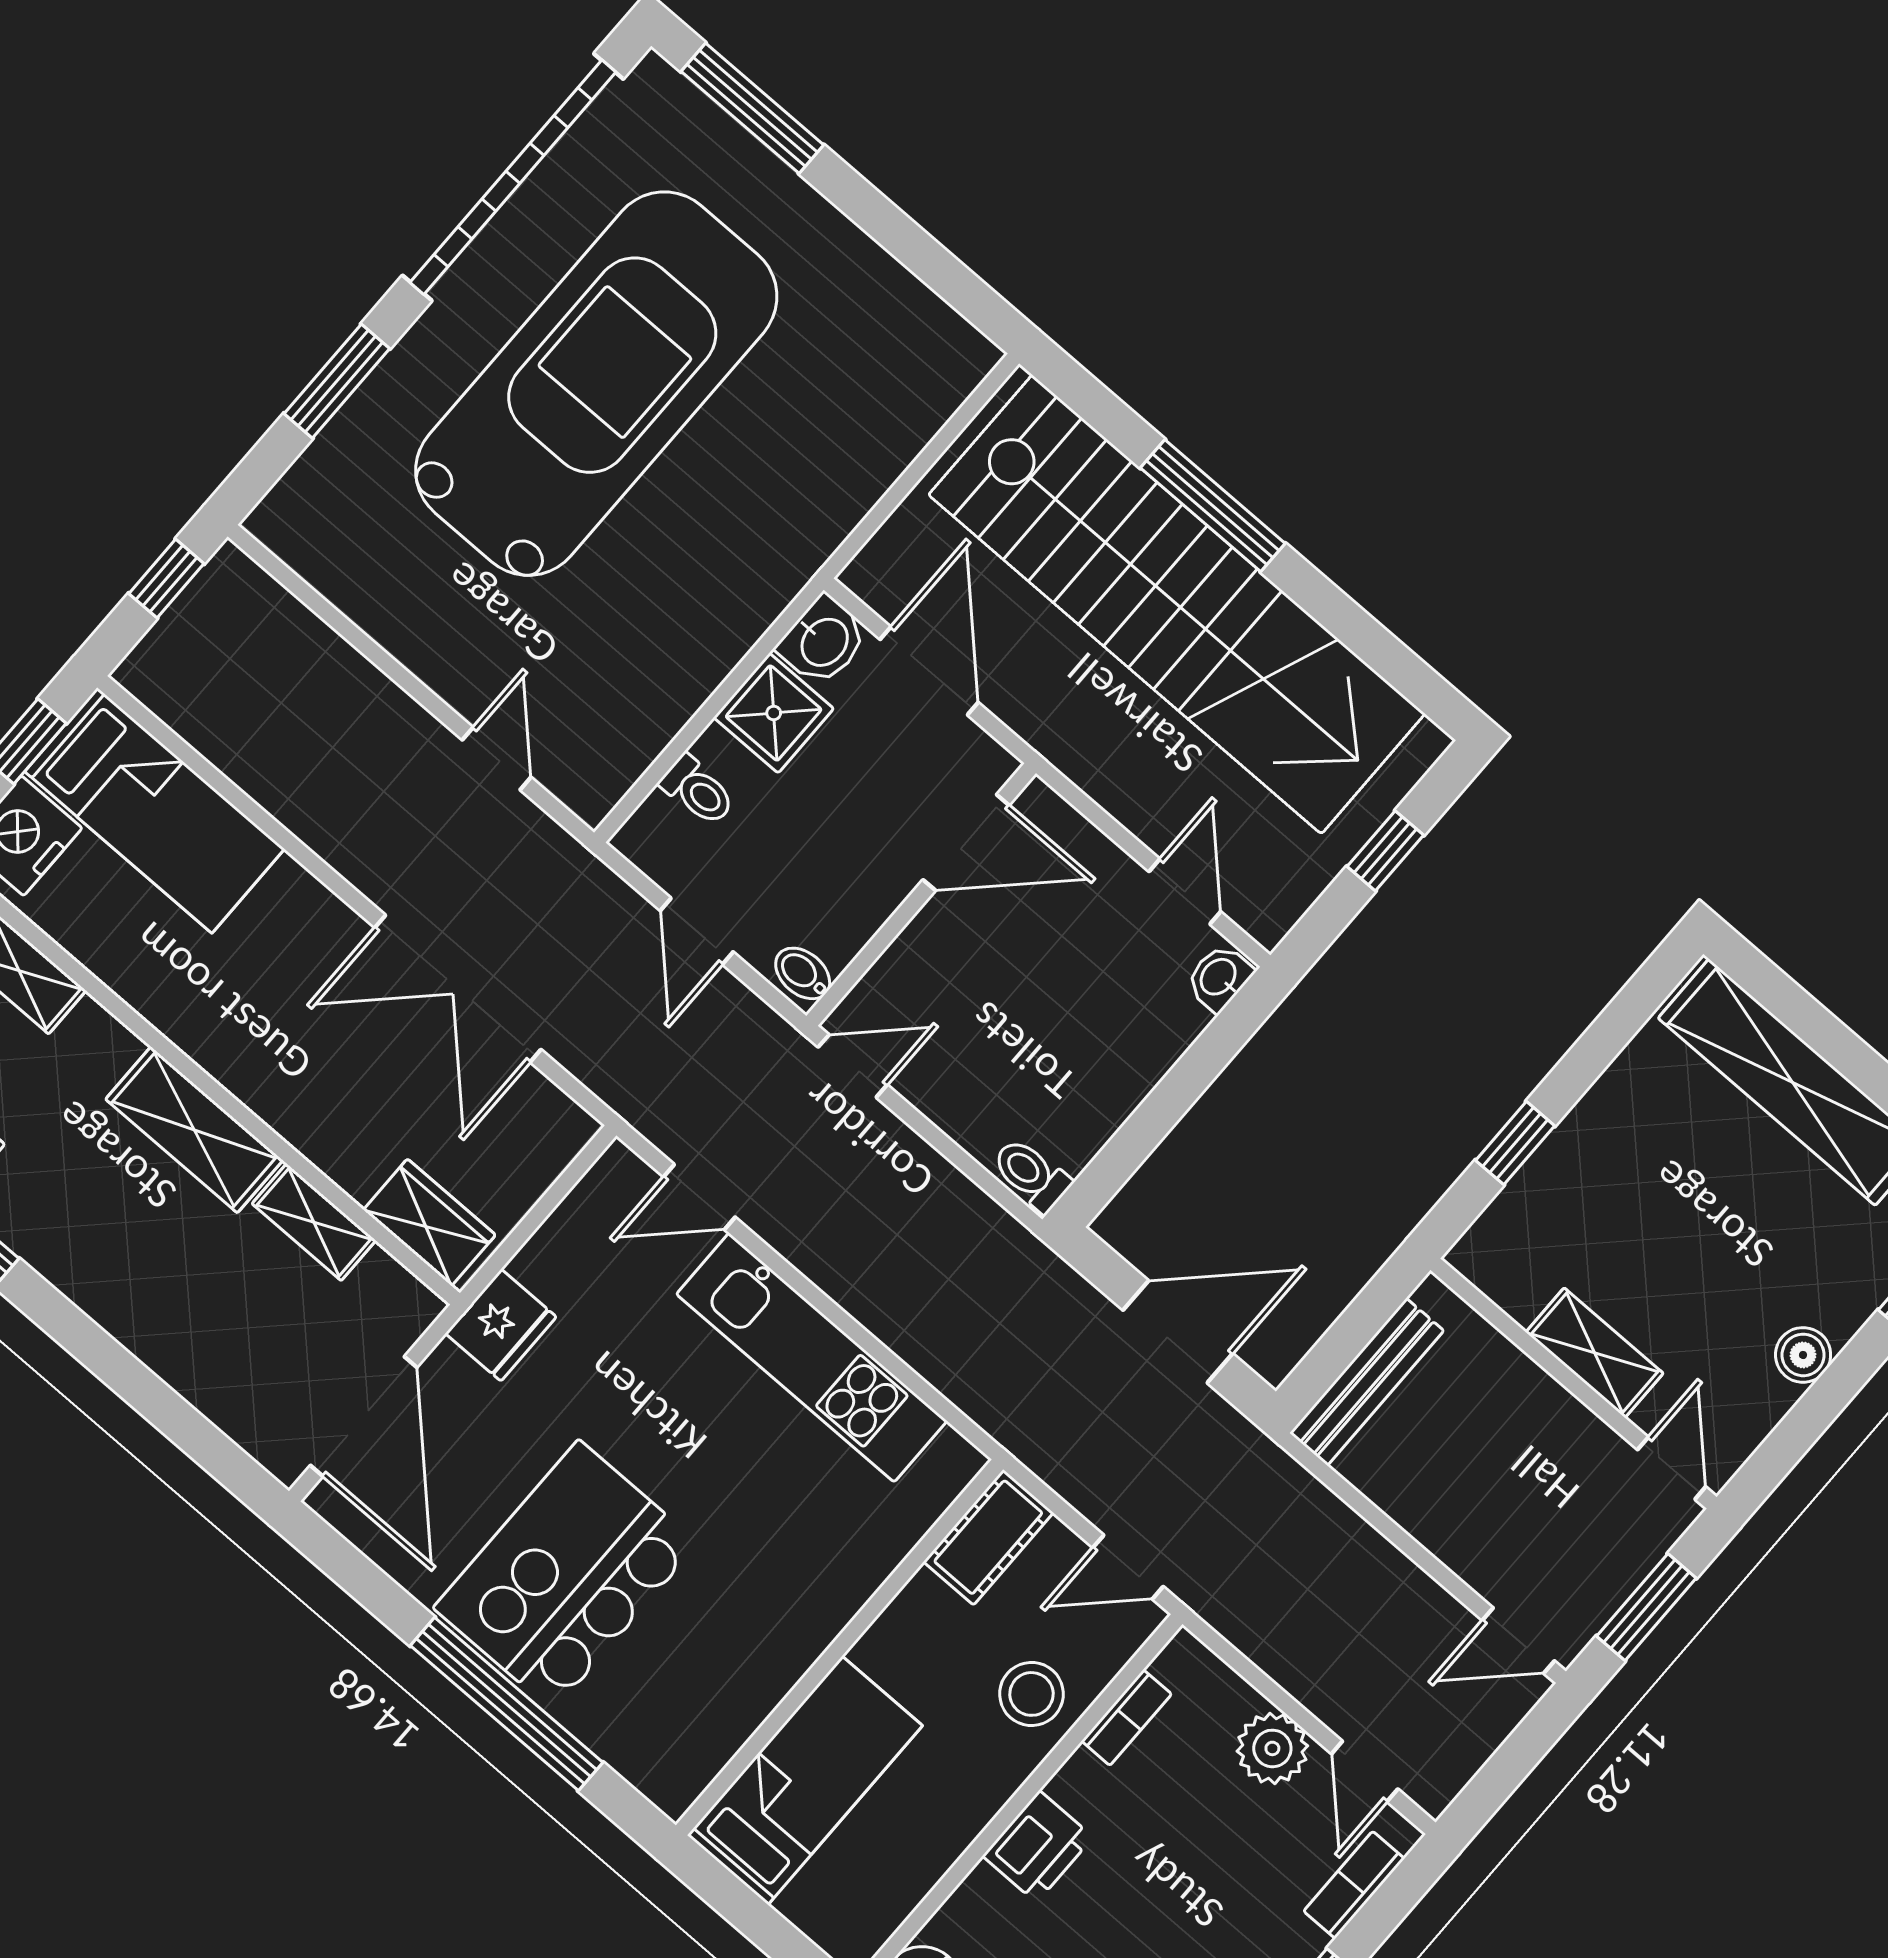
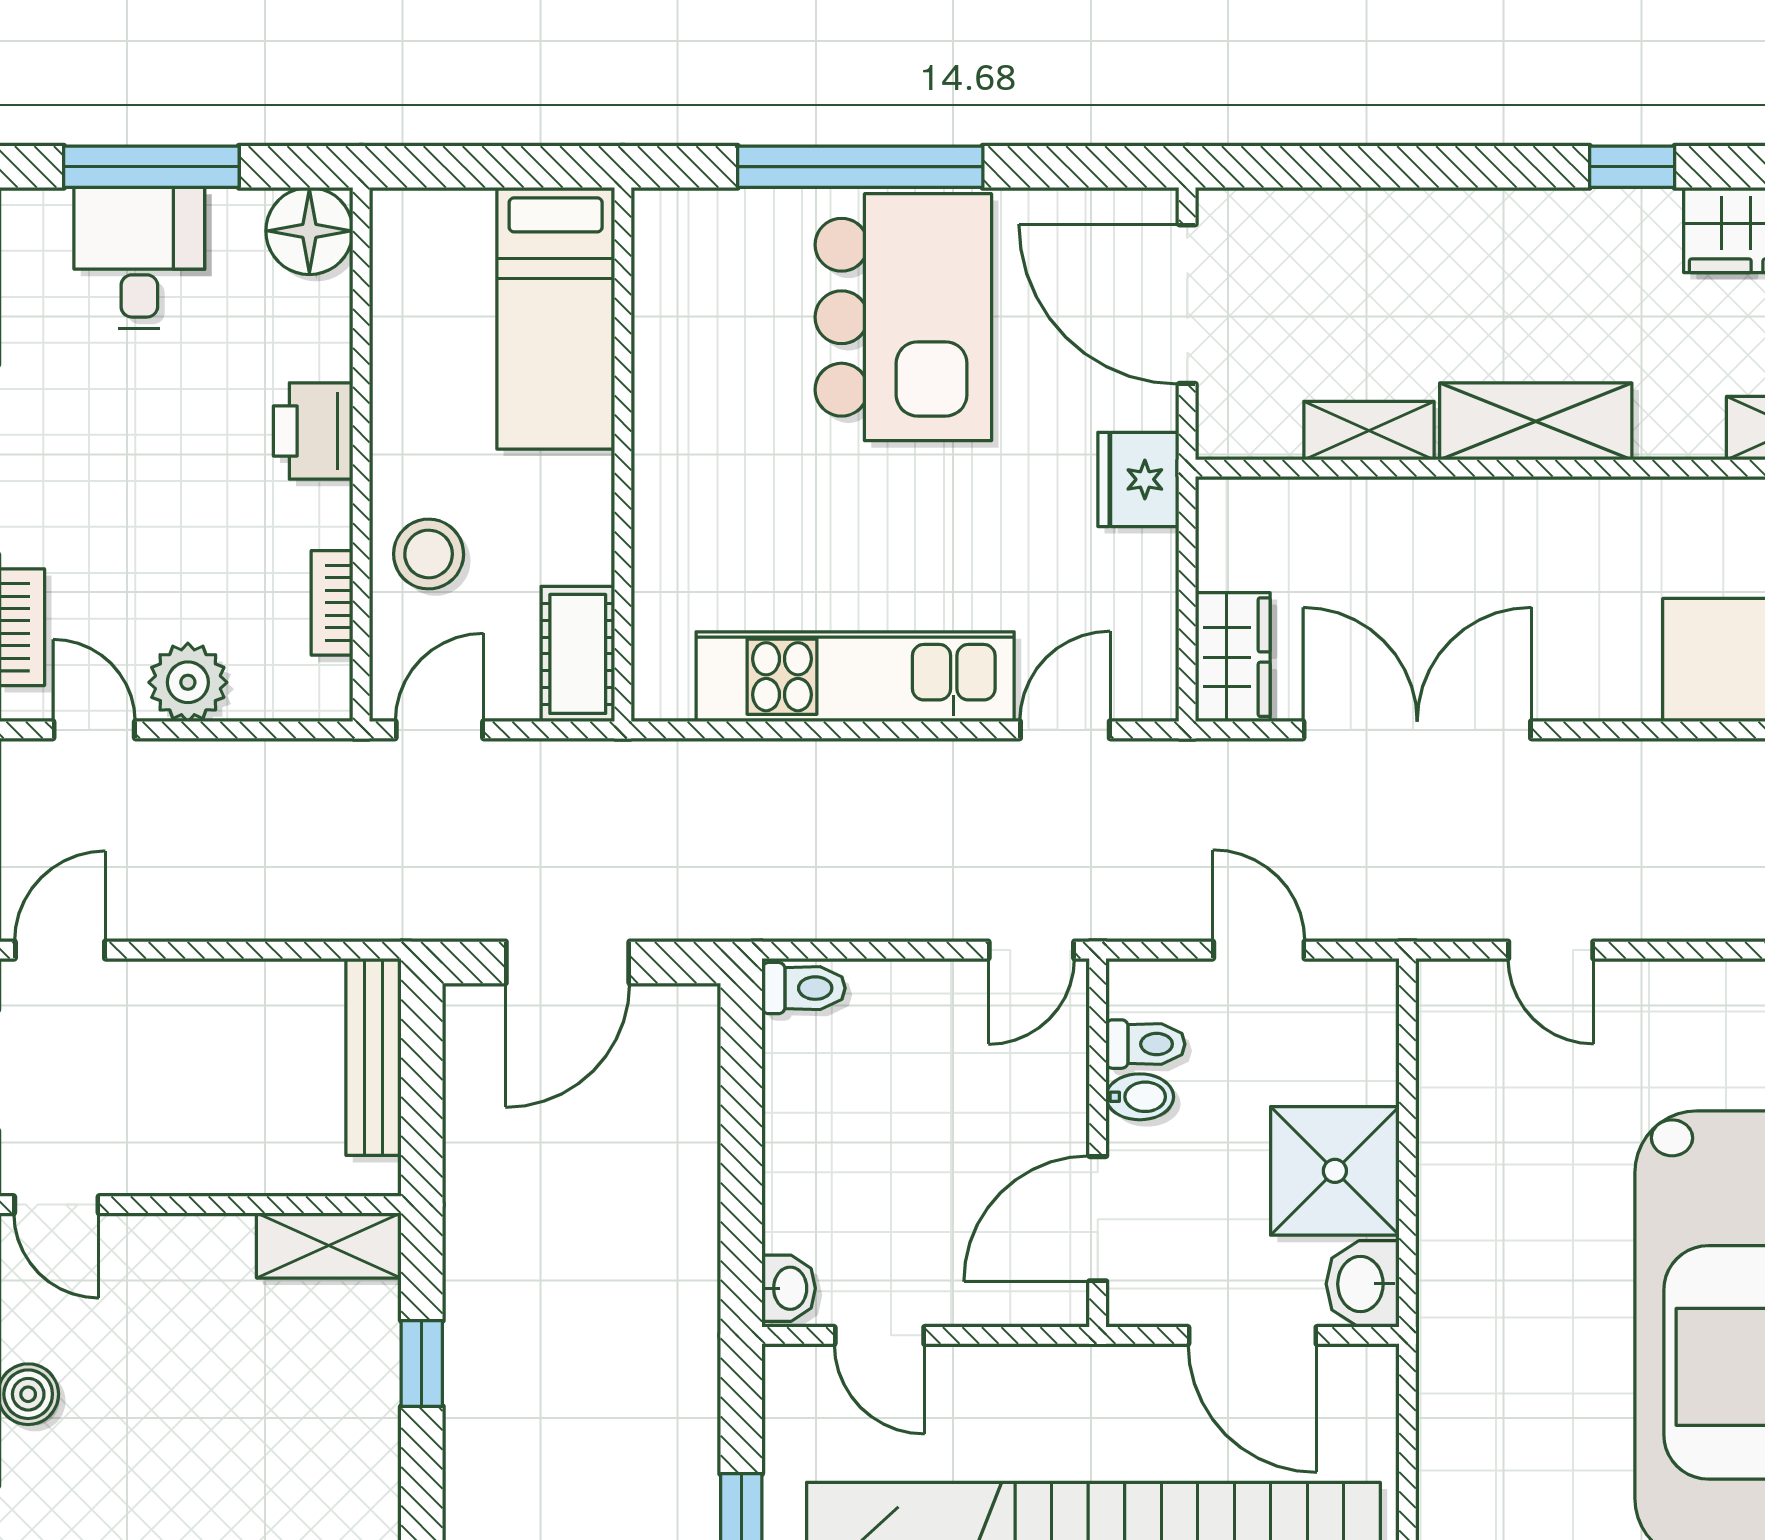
shower: (774, 713) -> (1335, 1171), width x1.36, depth x1.36
toilet: (698, 790) -> (1145, 1044), moved, turned 180
bidet: (803, 973) -> (1140, 1097), moved
wardrobe: (429, 1222) -> (1233, 657), moved, turned -90
shelving: (1594, 1353) -> (329, 1246), moved

